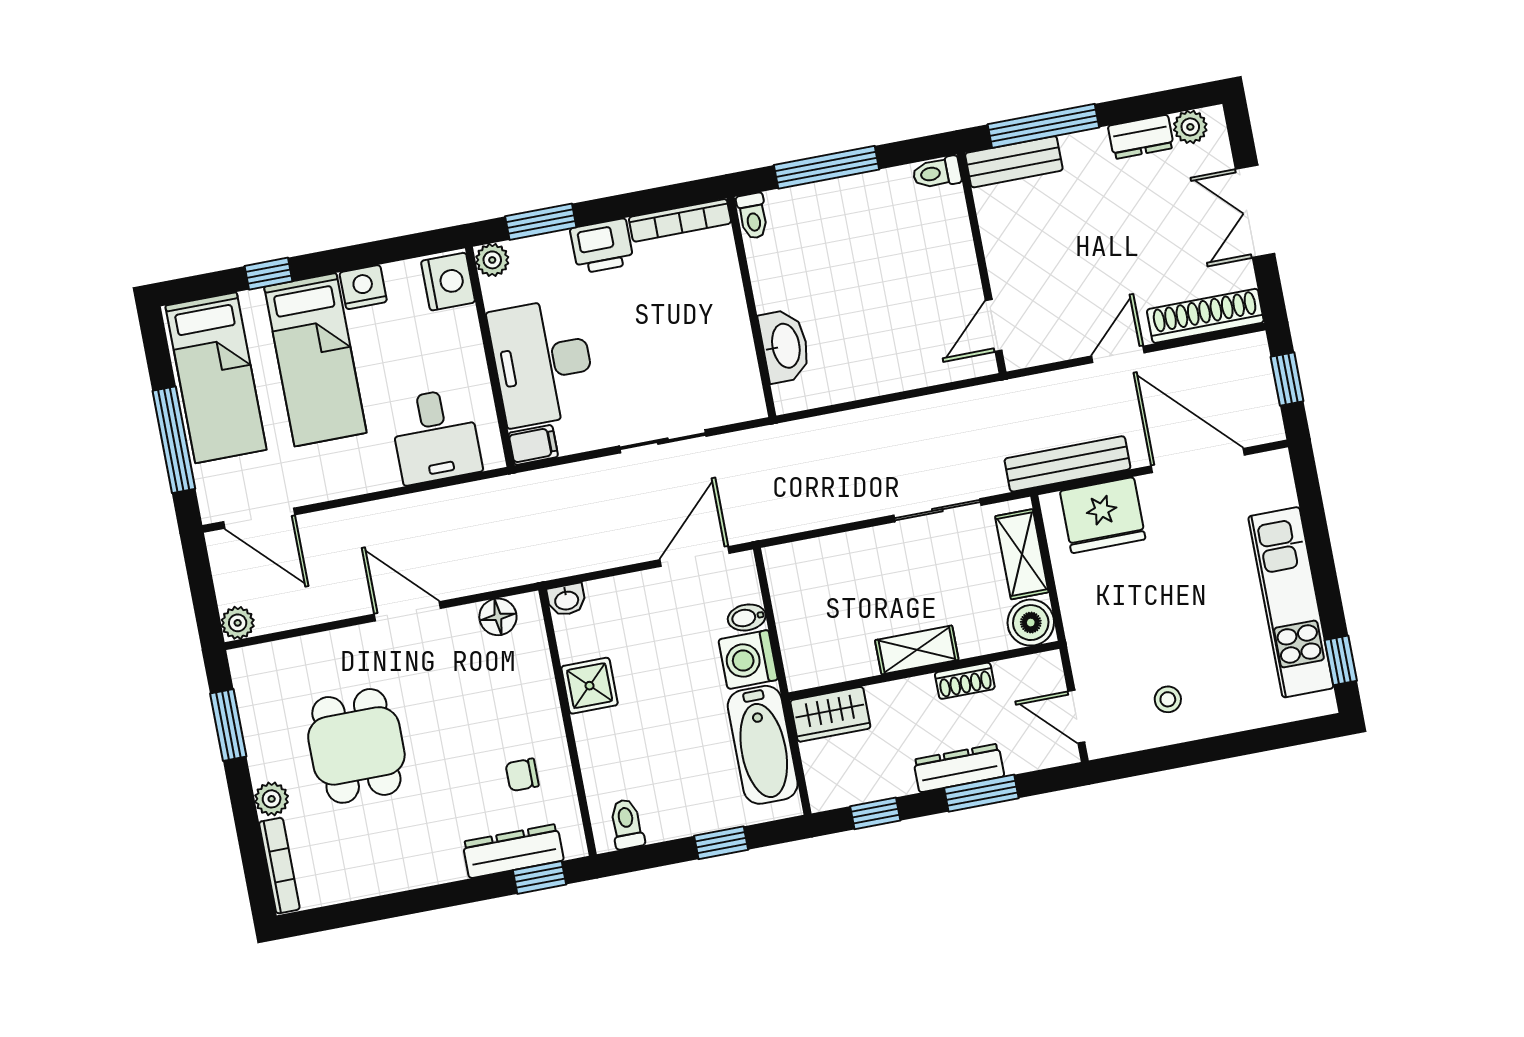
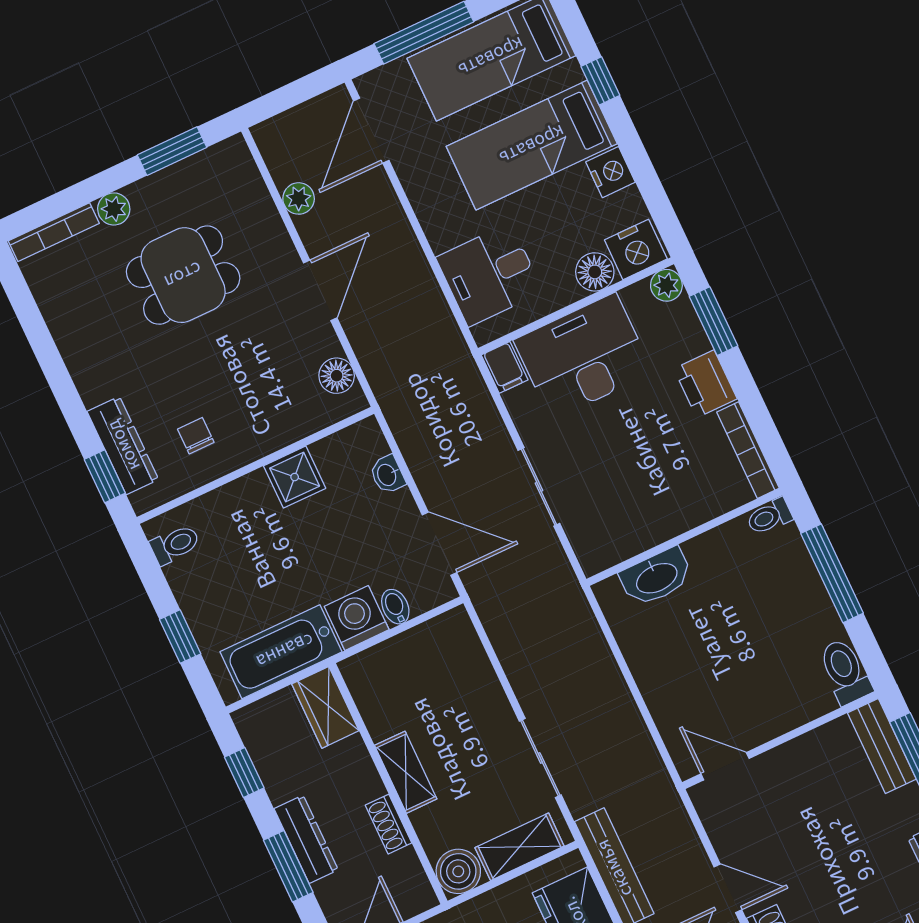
toilet: (937, 173) -> (845, 671), width x1.37, depth x1.39
floor lamp: (460, 329) -> (595, 272), added
washbasin: (567, 600) -> (387, 475), moved
plant: (238, 623) -> (299, 198), moved

